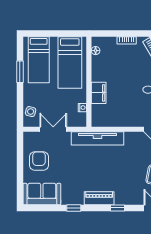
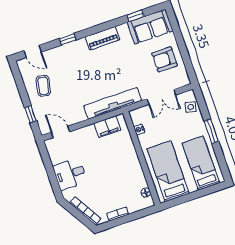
window: (20, 72) -> (211, 131), moved
filing cabinet: (99, 93) -> (108, 127), moved, turned -90
armchair: (39, 161) -> (165, 59), turned 90
piano: (99, 198) -> (102, 38), moved
window: (74, 208) -> (135, 16), moved

